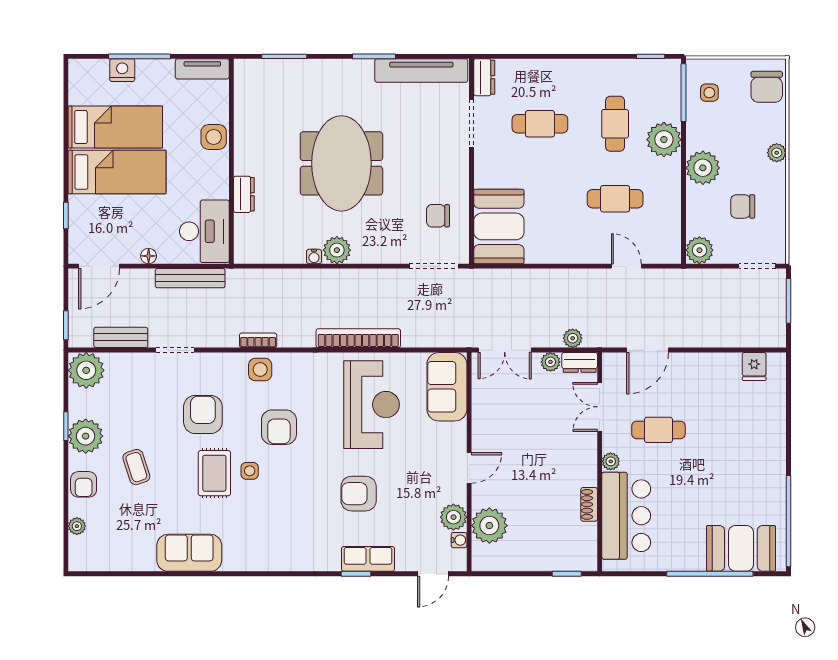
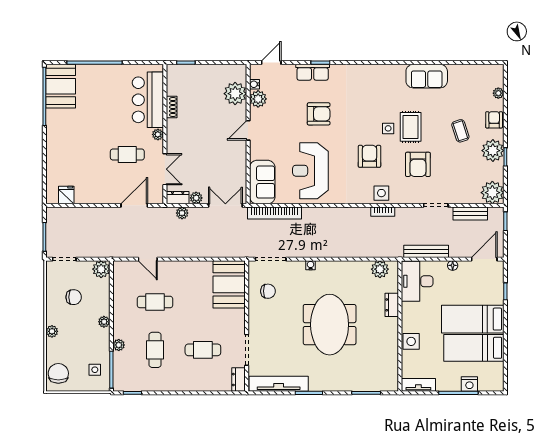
plant: (664, 140) -> (119, 345), width x0.53, depth x0.53
plant: (703, 168) -> (104, 322), width x0.53, depth x0.53
plant: (337, 250) -> (380, 269), moved
water cooler: (314, 256) -> (311, 265), moved
bookcase: (358, 338) -> (275, 213), moved
booth: (741, 548) -> (61, 86), moved, turned 90

